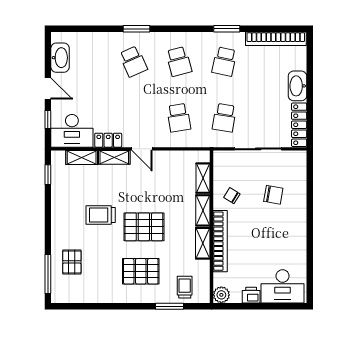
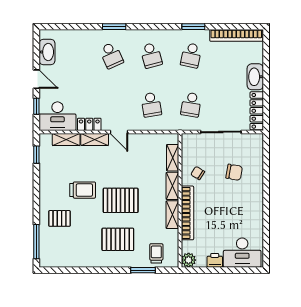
trolley: (101, 215) -> (83, 190), turned 180
pallet: (72, 262) -> (59, 218), moved, turned 90

